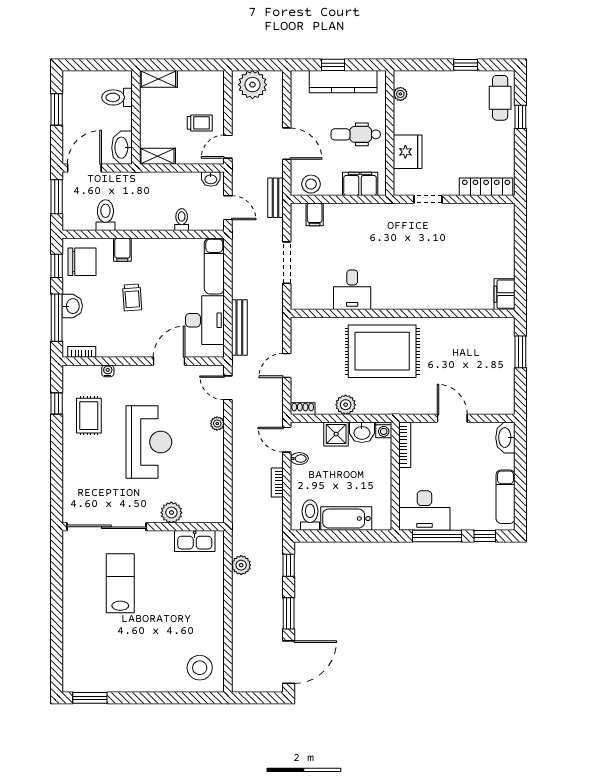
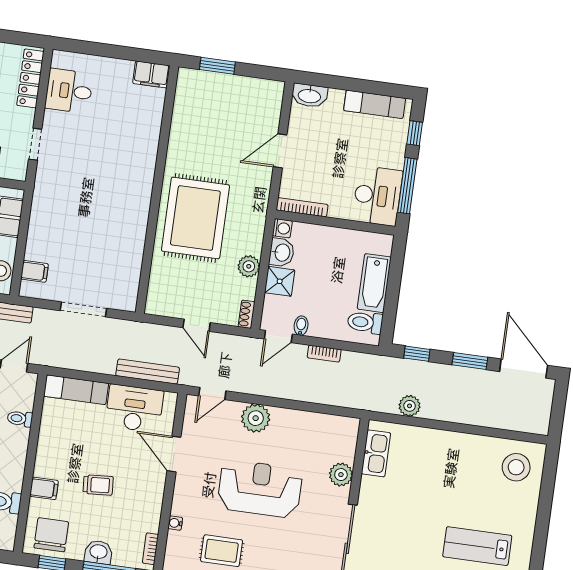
desk: (352, 290) -> (69, 91), moved, turned 180
plant: (217, 424) -> (256, 418), width x1.87, depth x1.87
lab bench: (120, 583) -> (477, 546), moved

